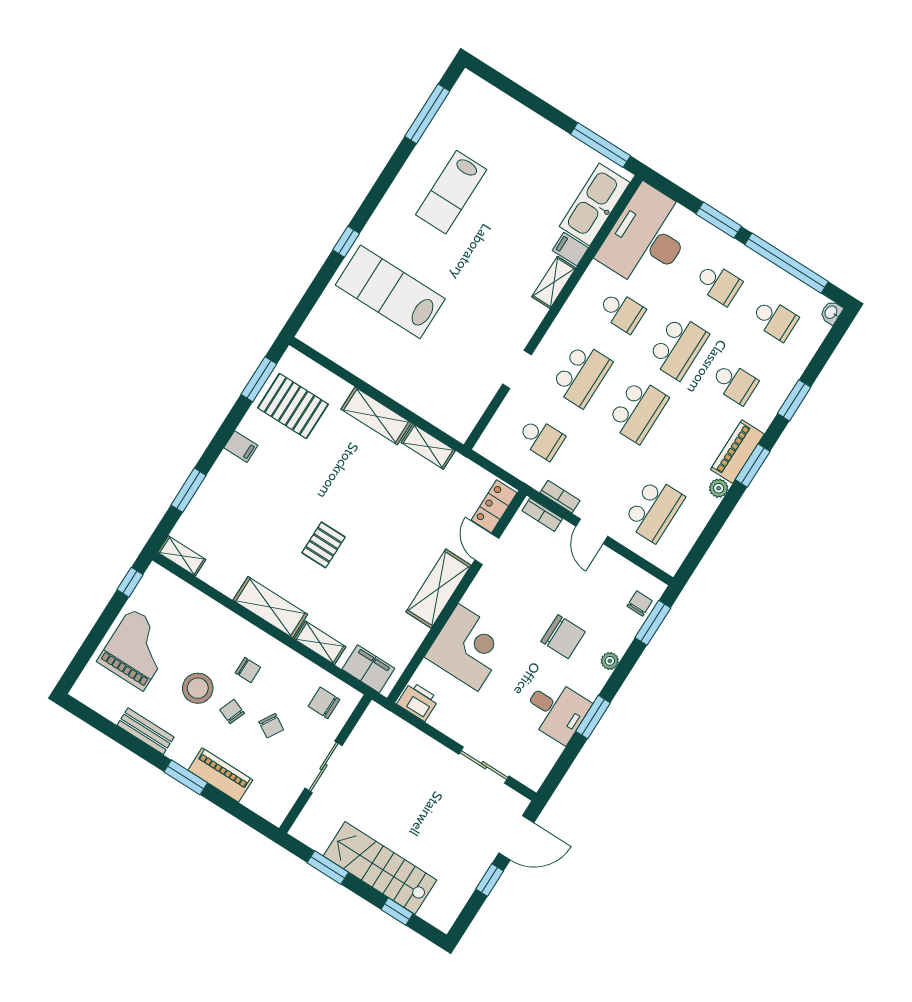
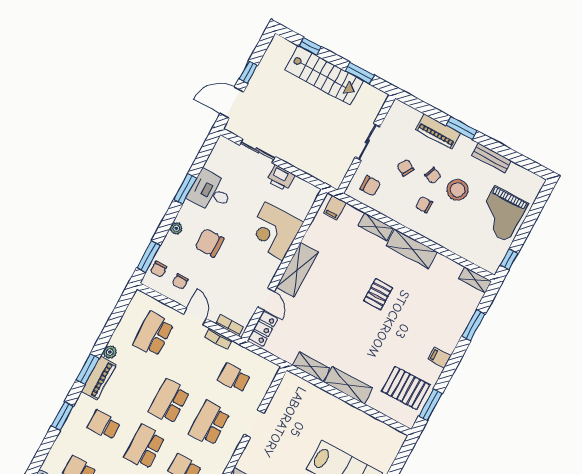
chair: (609, 583) -> (180, 281), added
filing cabinet: (368, 669) -> (335, 208), width x0.50
printer: (418, 701) -> (281, 178), moved

